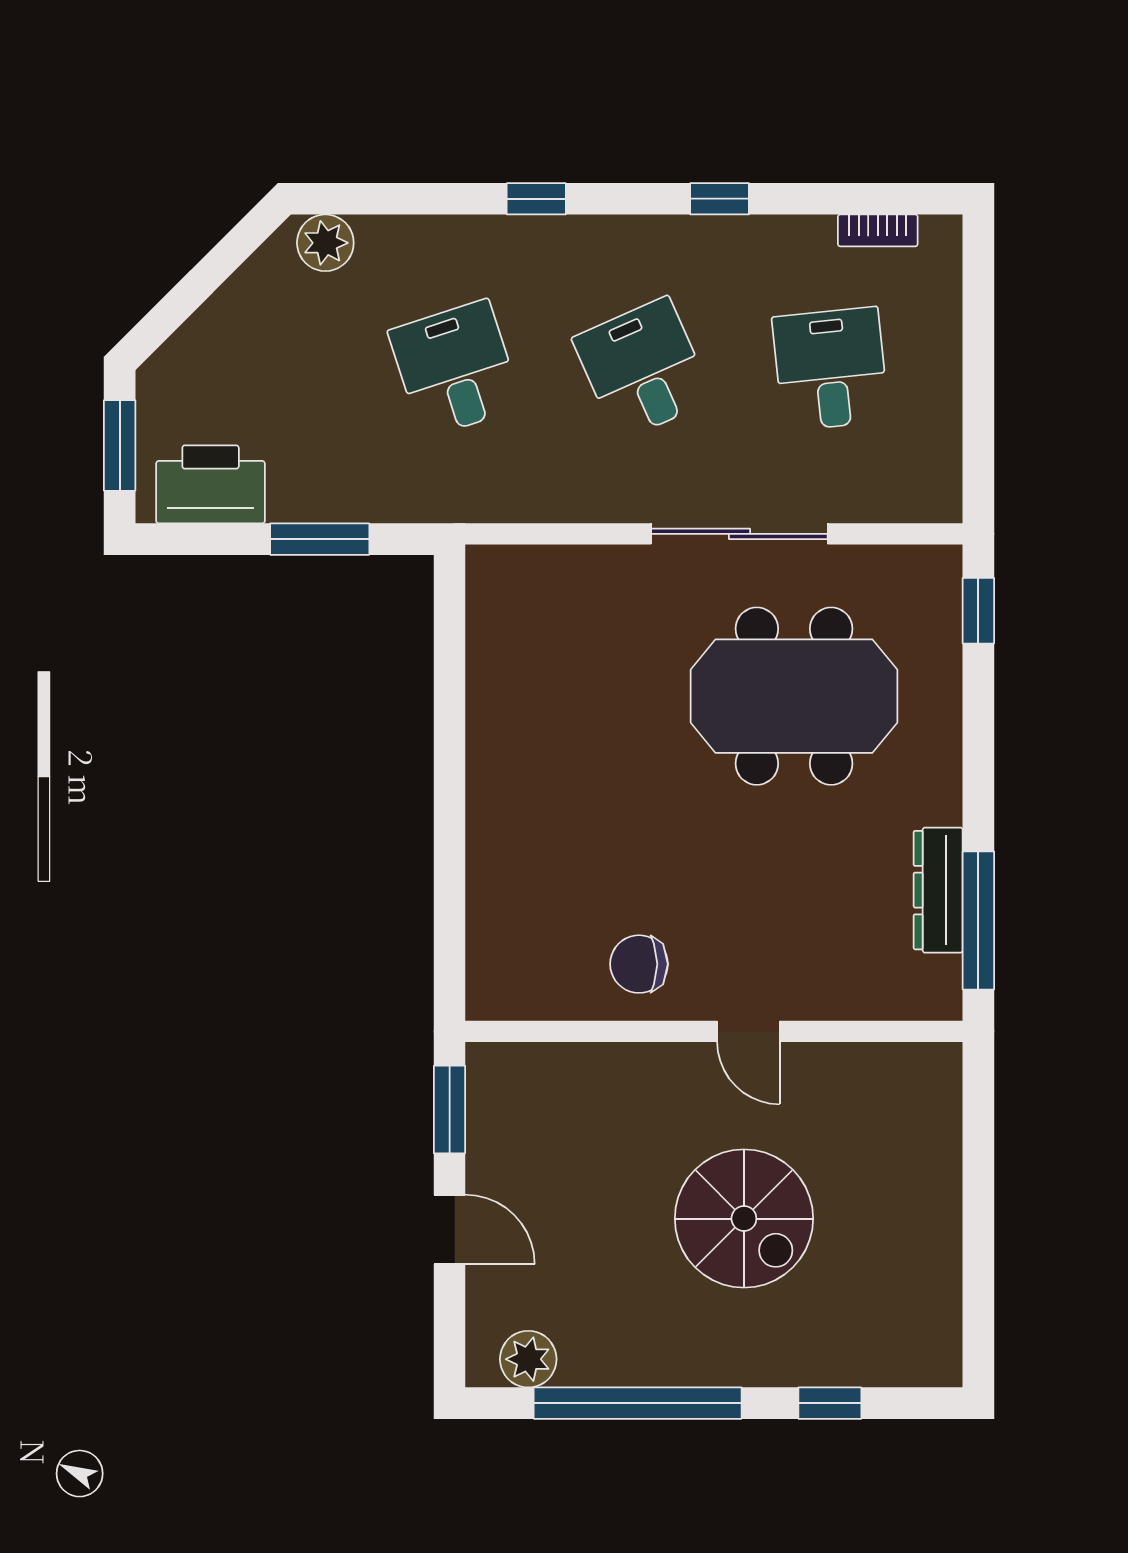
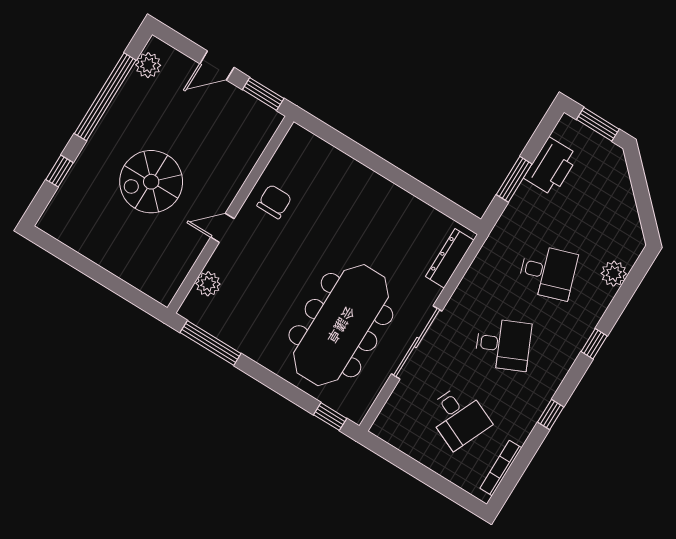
bookcase: (878, 230) -> (501, 468), width x1.56
plant: (325, 243) -> (614, 274), moved
desk: (830, 369) -> (459, 417), turned 30
printer: (211, 484) -> (551, 167), moved
meeting table: (794, 696) -> (341, 325), width x1.36
dresser: (938, 890) -> (450, 258), moved, turned -90
plant: (870, 994) -> (208, 284), added

